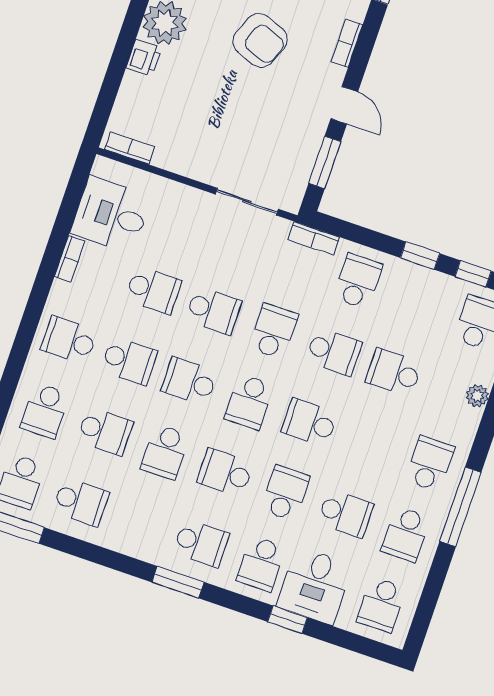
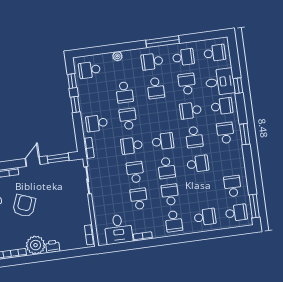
school desk: (309, 422) -> (156, 88), moved
school desk: (105, 431) -> (201, 190), removed

